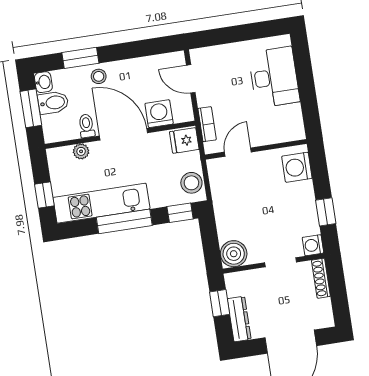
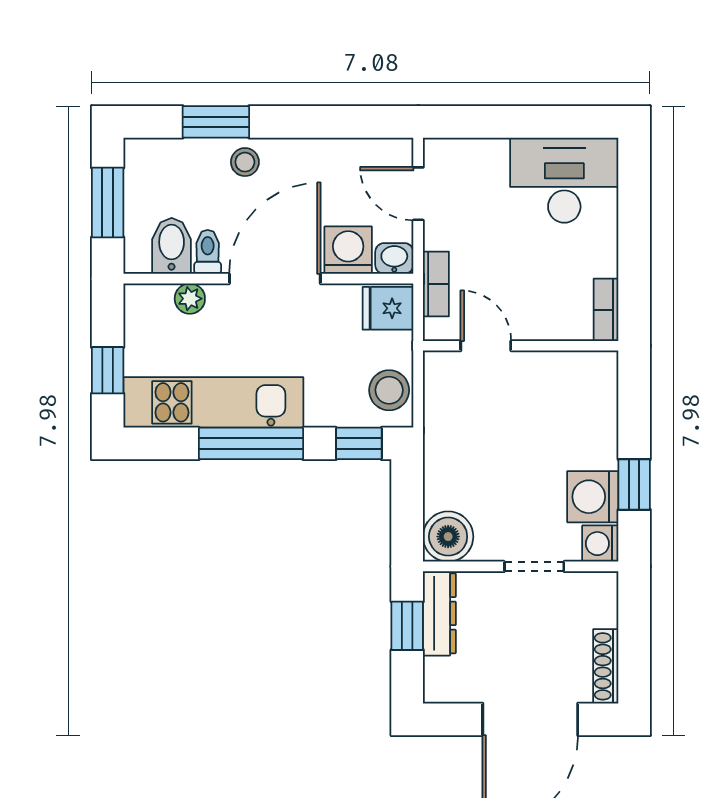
desk: (274, 77) -> (564, 180), moved, turned -90
washbasin: (43, 82) -> (394, 259), moved, turned -90
bidet: (53, 103) -> (172, 246), moved, turned -90
bookcase: (297, 124) -> (606, 310), added
door: (123, 134) -> (275, 279), hinge flipped
door: (238, 152) -> (486, 346), hinge flipped
washing machine: (297, 167) -> (593, 497), moved
shoe rack: (321, 278) -> (606, 666), moved
dresser: (239, 319) -> (439, 613), moved

